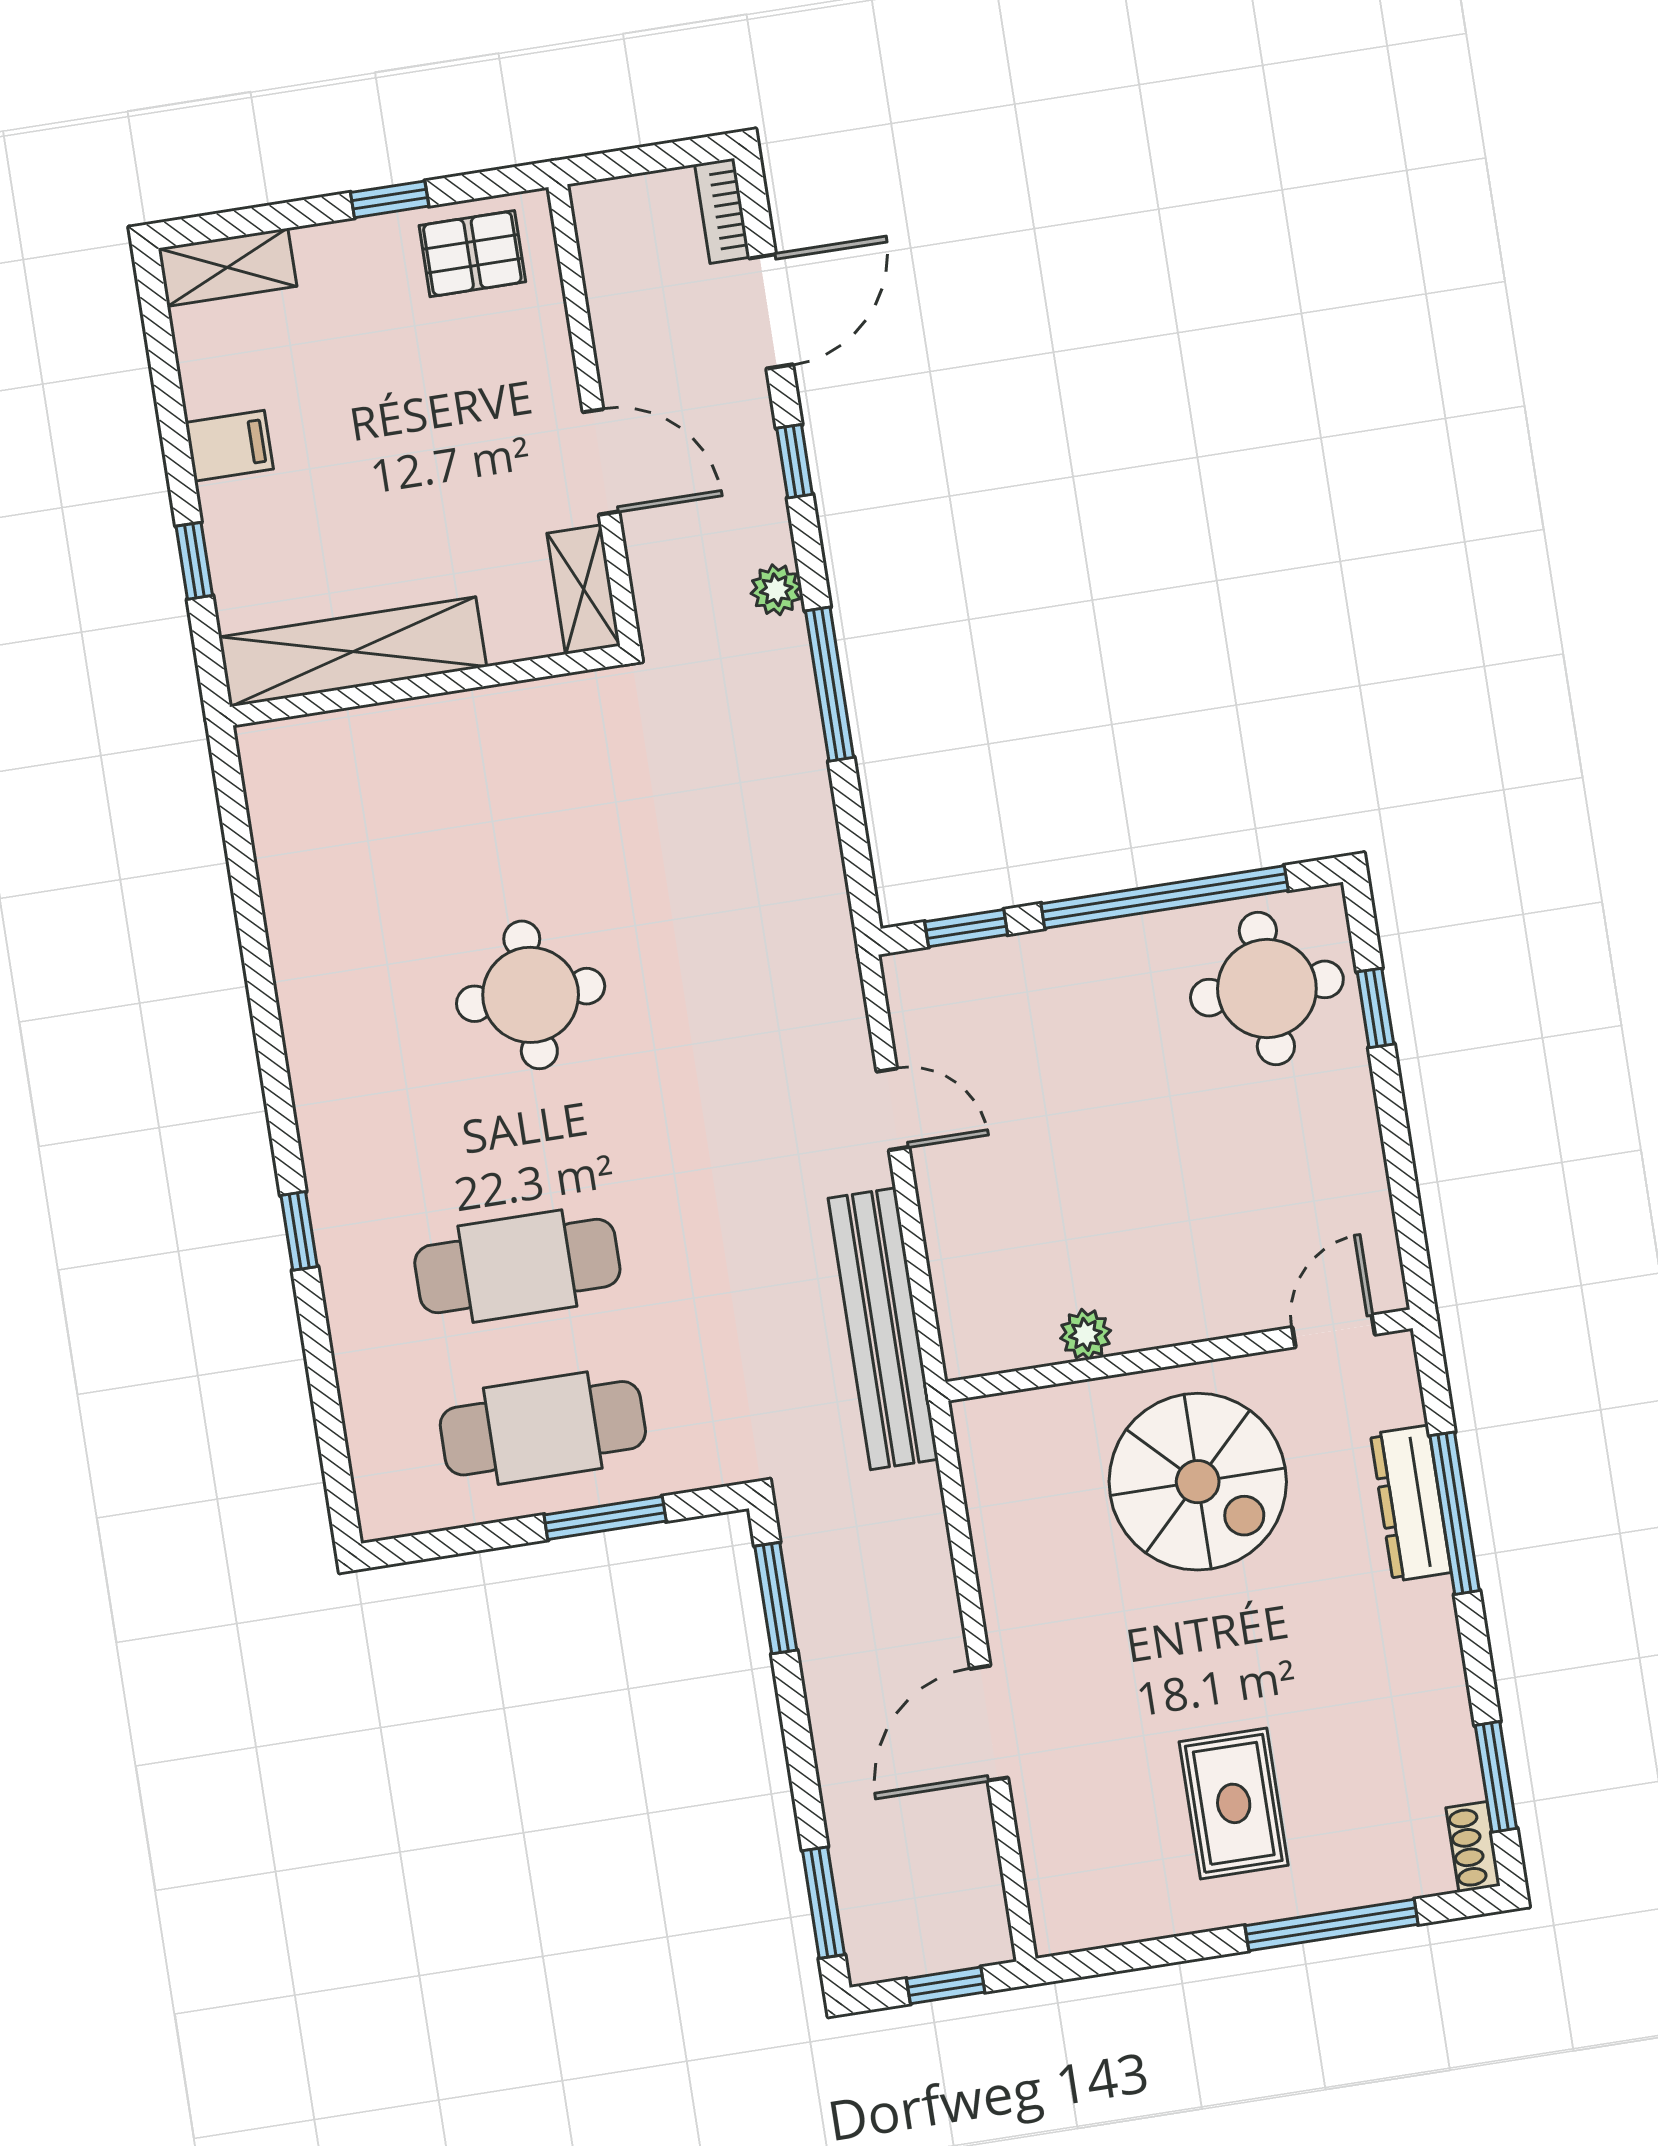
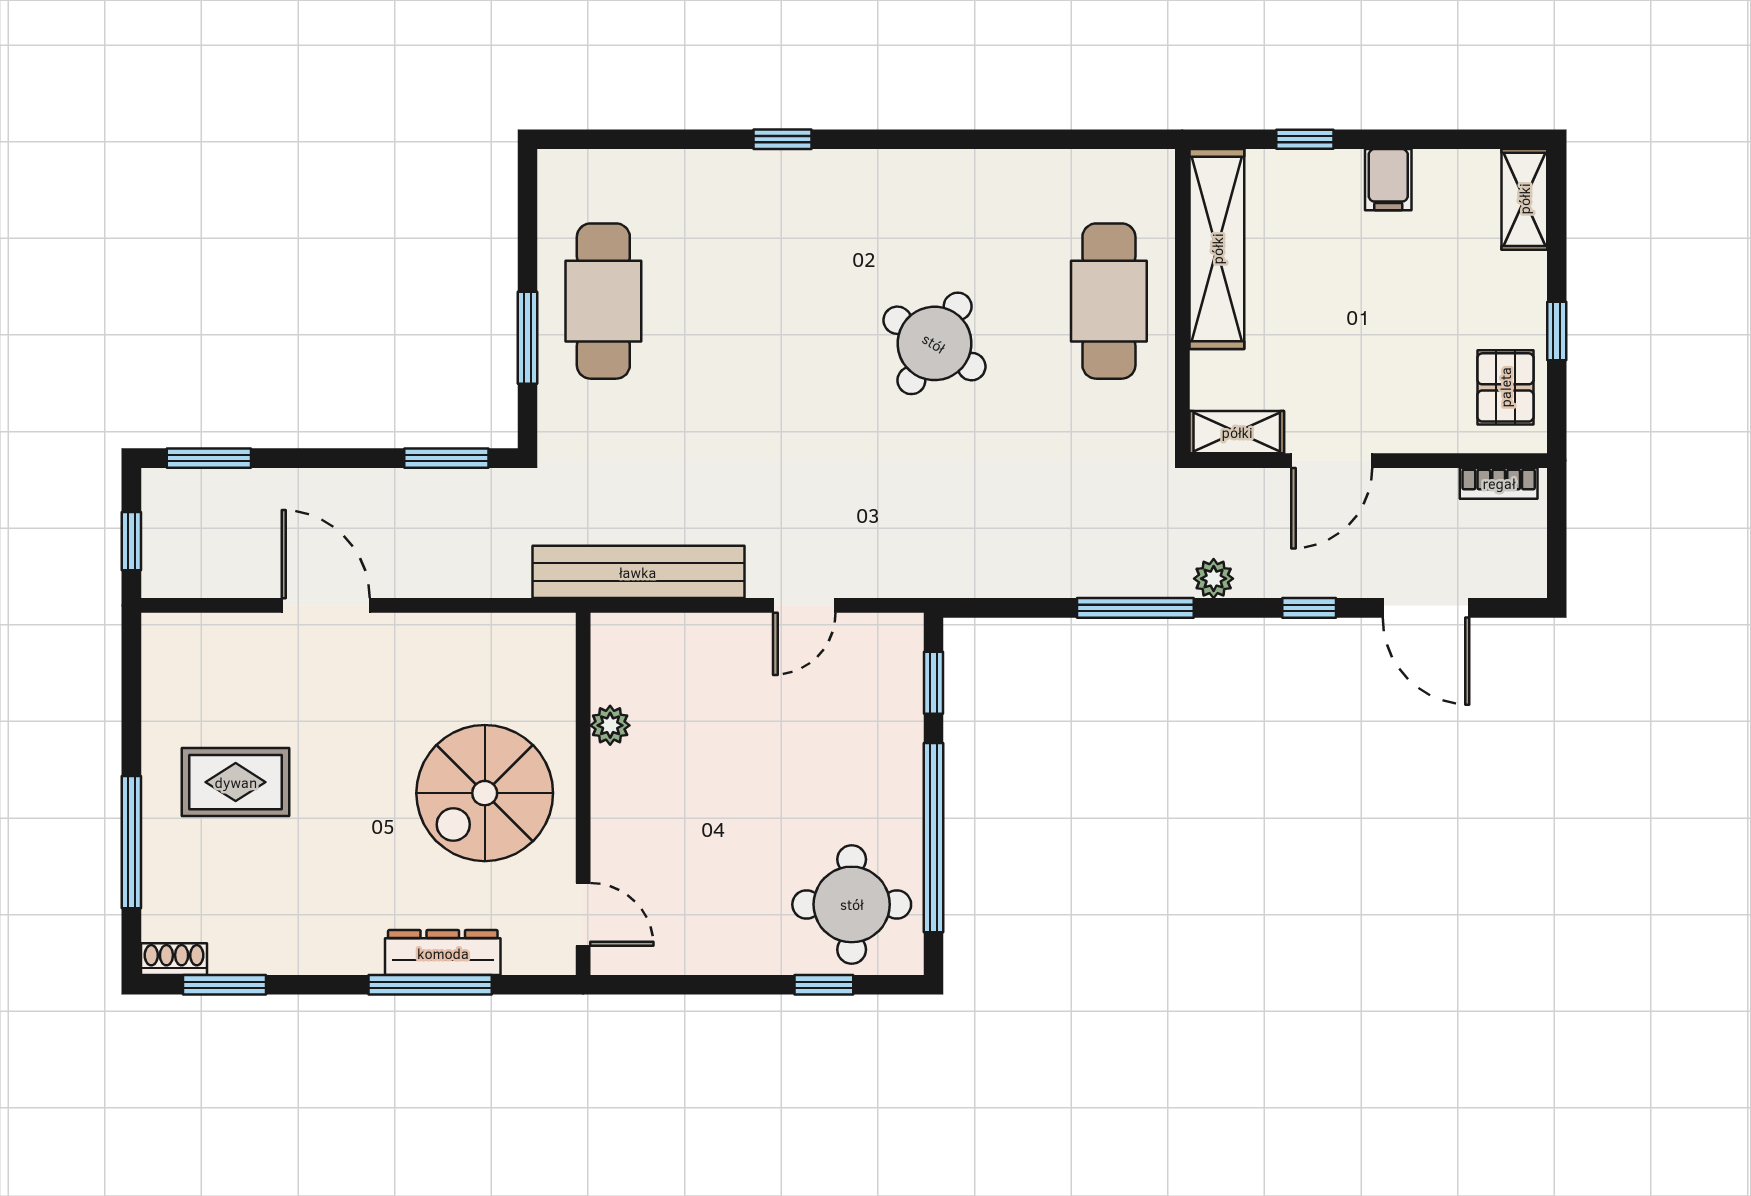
bookcase: (722, 211) -> (1499, 483), moved, turned 180
round table: (531, 995) -> (934, 343), turned 32
cafe table: (517, 1266) -> (1109, 301), moved

